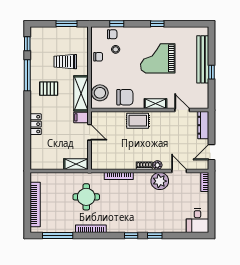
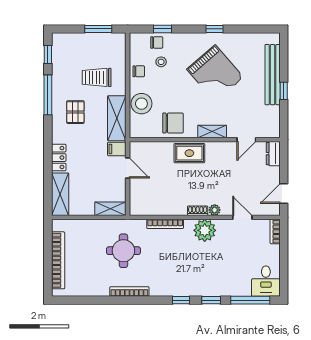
grand piano: (158, 58) -> (215, 73), turned -131
pallet: (49, 89) -> (75, 112), turned 90
stool: (100, 93) -> (141, 104), moved
door: (182, 110) -> (246, 140), swing flipped
dresser: (203, 125) -> (273, 154), width x0.70
shelving: (37, 153) -> (60, 194), added
plant: (160, 181) -> (205, 230), moved
window: (58, 236) -> (250, 300), moved

